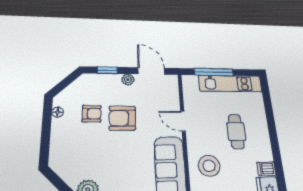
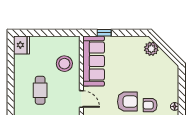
dishwasher: (266, 169) -> (21, 60), removed

